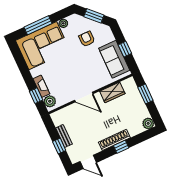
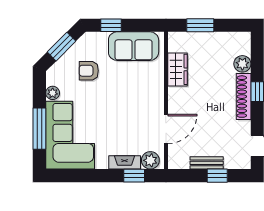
window: (125, 49) -> (111, 25), moved
door: (84, 97) -> (166, 129), moved
plant: (148, 123) -> (242, 64), moved

